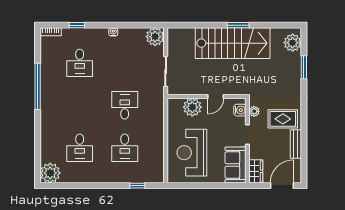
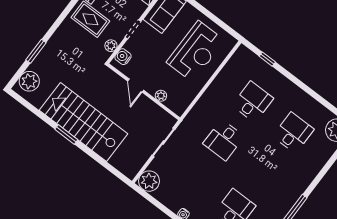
door: (216, 97) -> (136, 86), swing flipped
plant: (192, 107) -> (161, 96), width x0.53, depth x0.53

